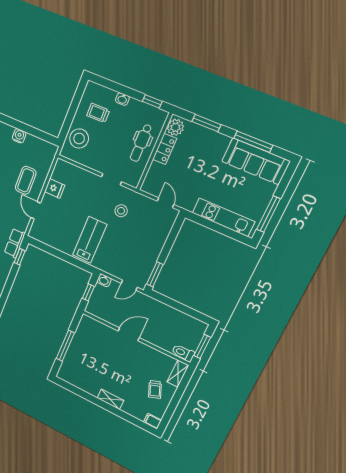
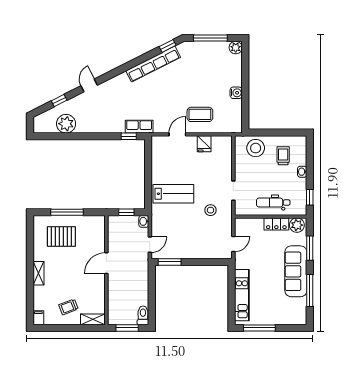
sofa: (256, 161) -> (296, 271), moved
door: (129, 285) -> (150, 245), swing flipped
door: (129, 334) -> (106, 263), swing flipped
toilet: (183, 353) -> (143, 315), moved
pallet: (85, 362) -> (61, 236), added

